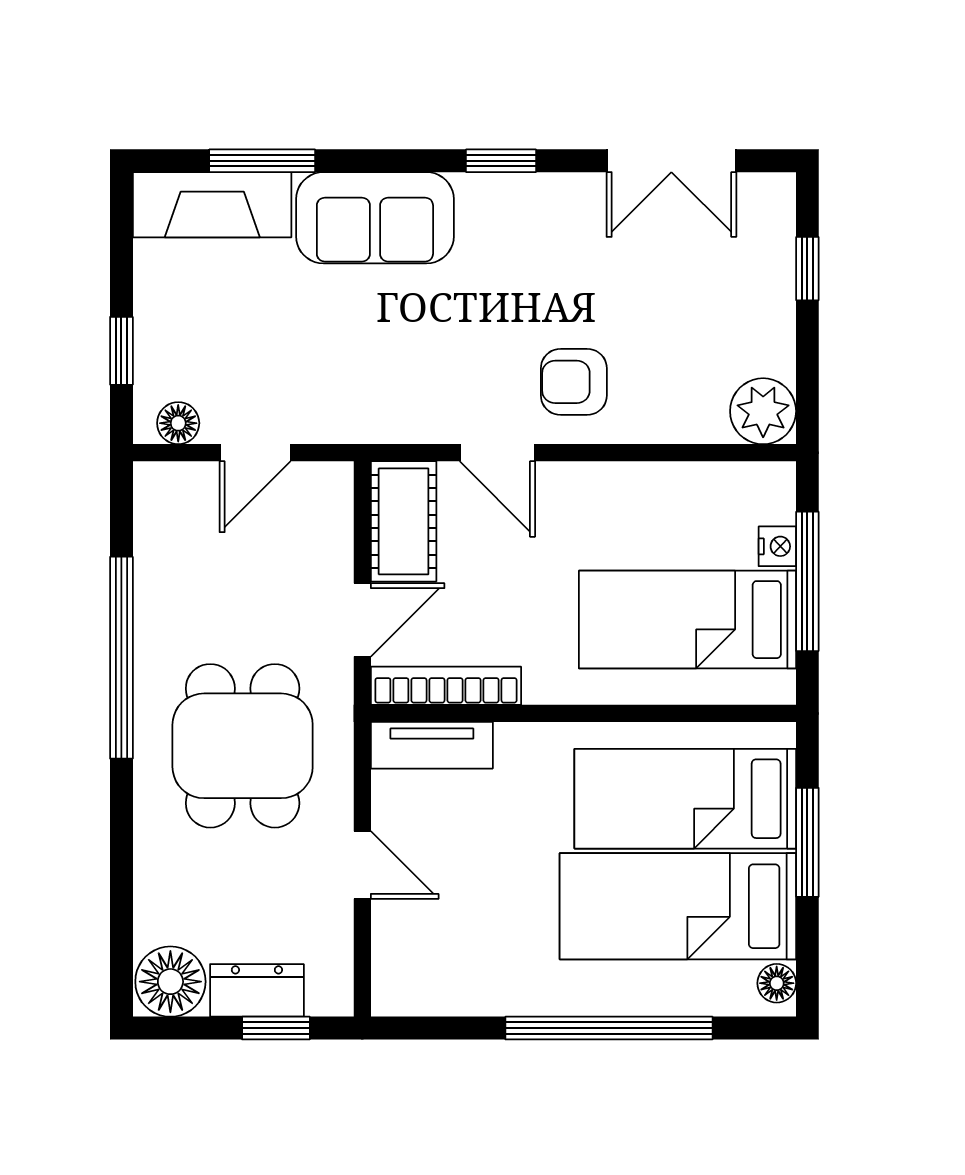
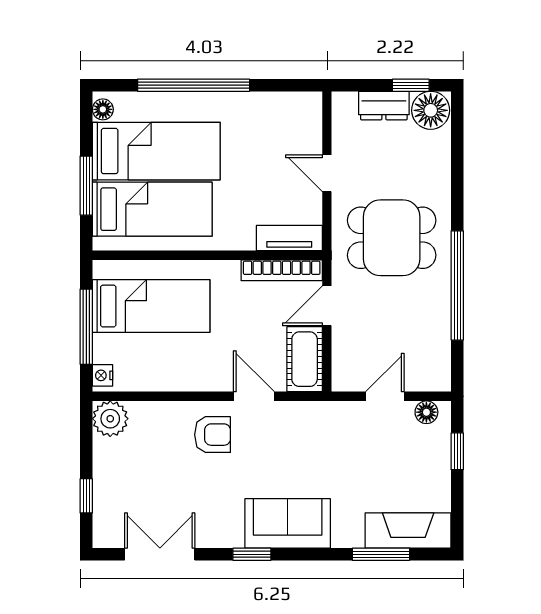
sofa: (375, 218) -> (288, 523), moved
nightstand: (777, 546) -> (103, 375), moved
dining table: (243, 746) -> (392, 238), turned 90
window: (276, 1028) -> (411, 85), moved

